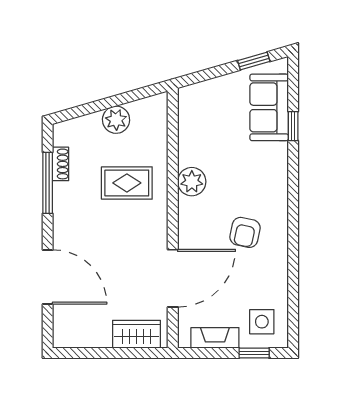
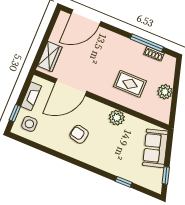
sofa: (269, 107) -> (155, 148), moved, turned -106
rug: (127, 183) -> (130, 84), turned 90
door: (48, 277) -> (86, 18), moved
door: (173, 278) -> (71, 87), hinge flipped

